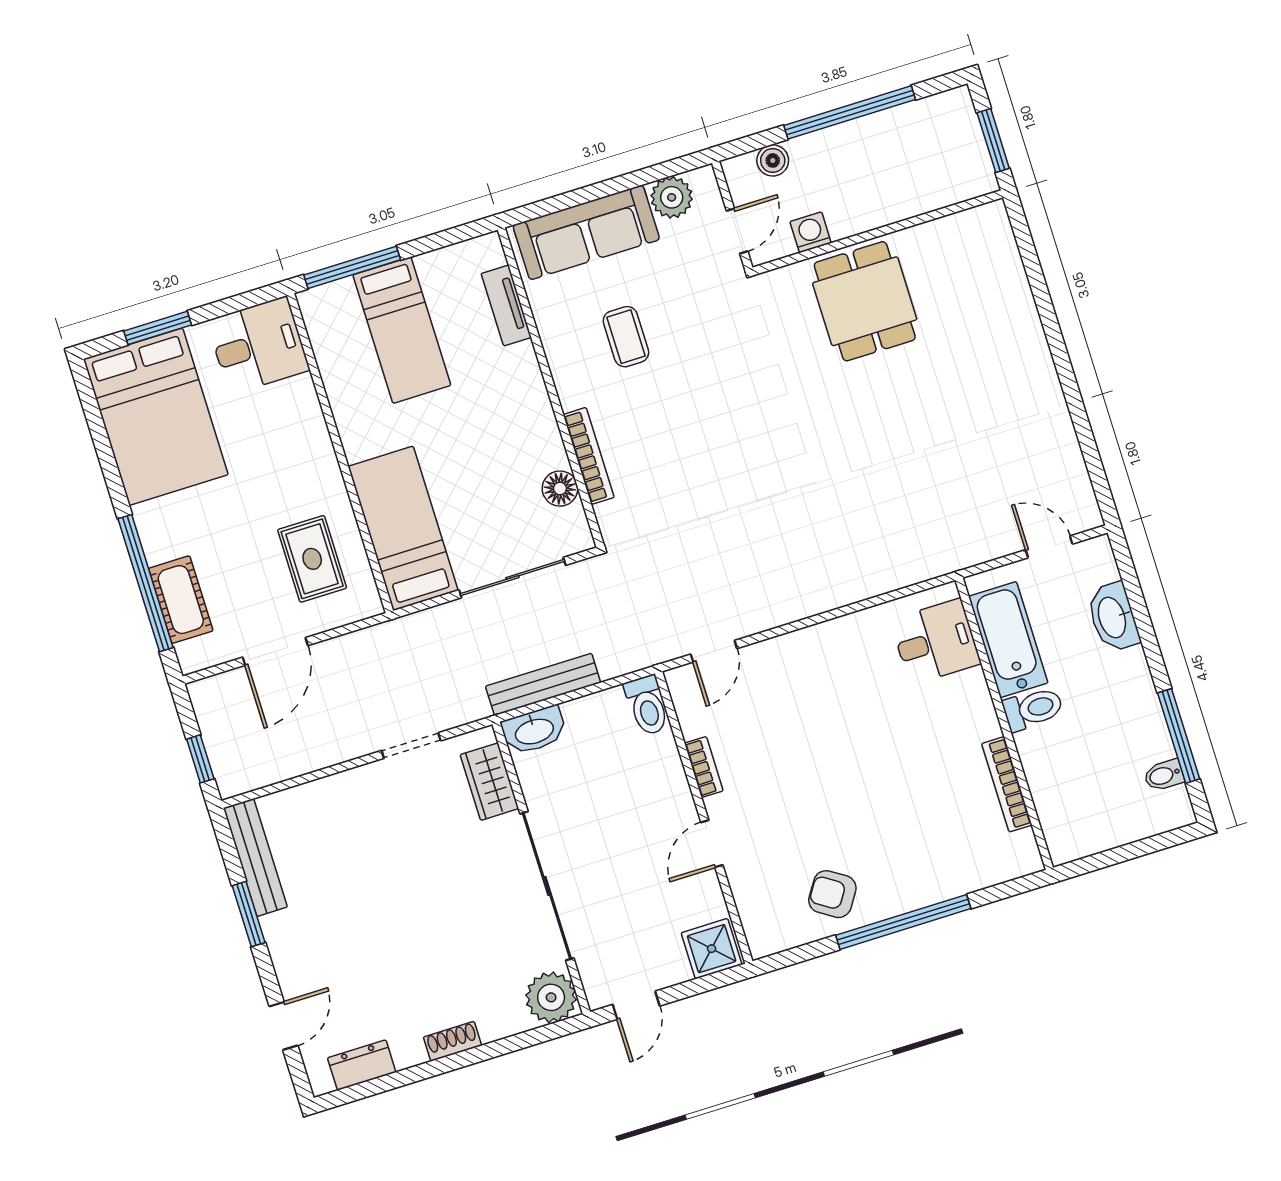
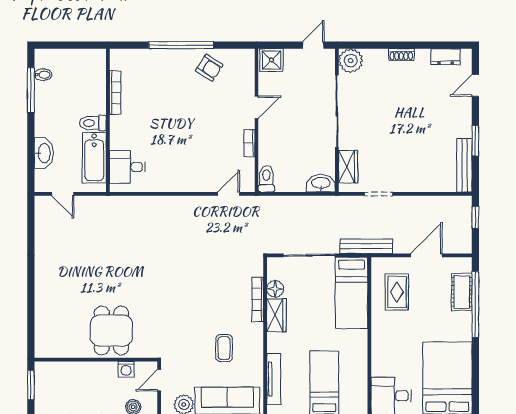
tv unit: (506, 305) -> (274, 379), width x1.41
wardrobe: (541, 436) -> (276, 315), added
bench: (543, 684) -> (366, 246), moved

